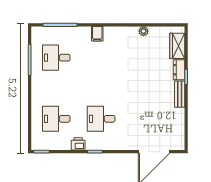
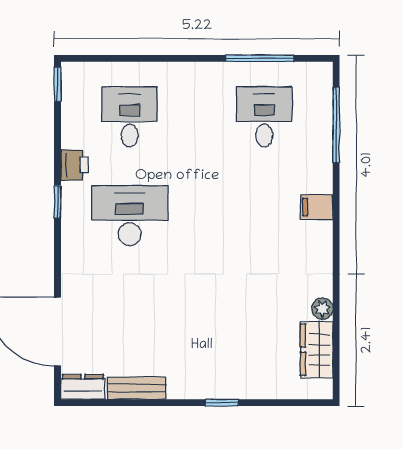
wardrobe: (177, 46) -> (317, 350), moved, turned -90
dresser: (179, 70) -> (83, 387), moved
bench: (180, 94) -> (137, 388), moved
desk: (101, 119) -> (130, 216), width x1.37

